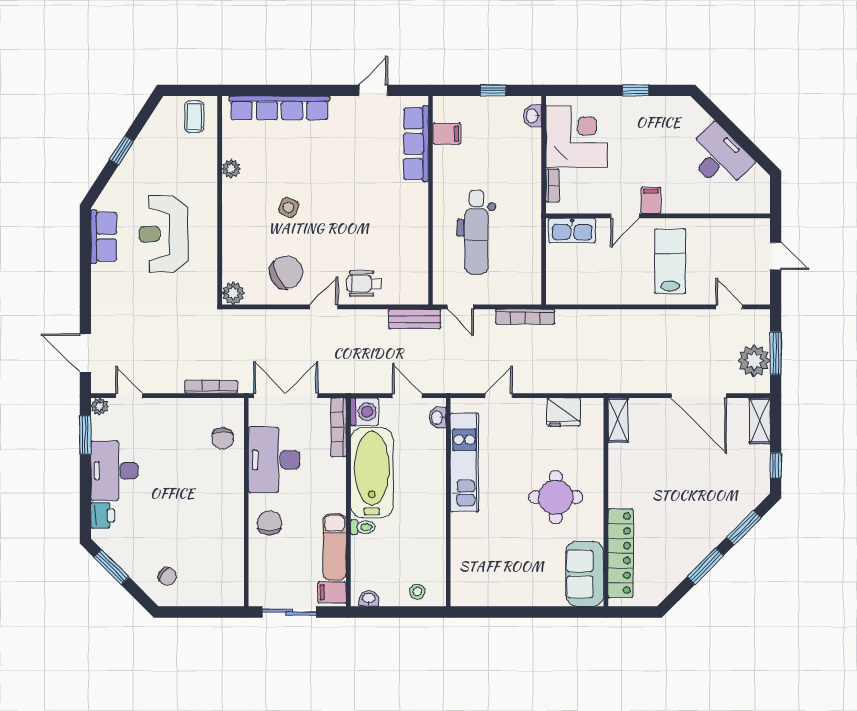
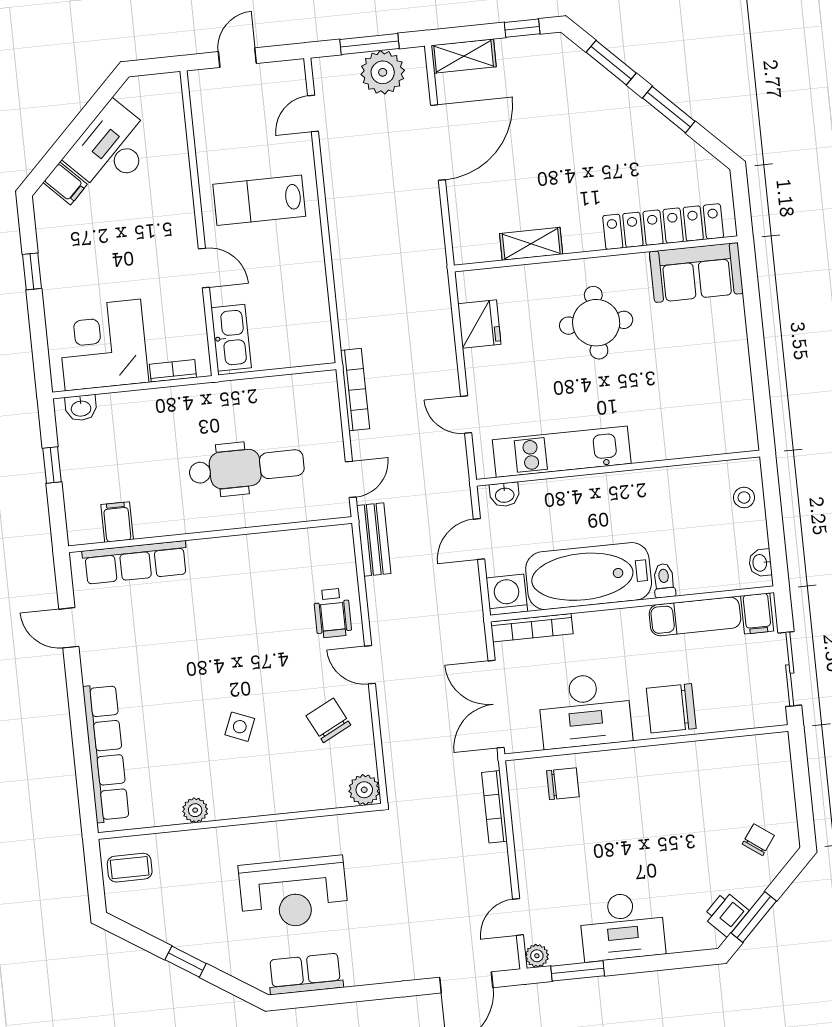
filing cabinet: (651, 200) -> (65, 183), moved, turned -135
chair: (286, 272) -> (328, 720), width x0.73, depth x0.73
shelving: (618, 420) -> (531, 244), moved
printer: (103, 515) -> (726, 914), moved, turned -45
chair: (269, 523) -> (671, 708), width x1.37, depth x1.37

